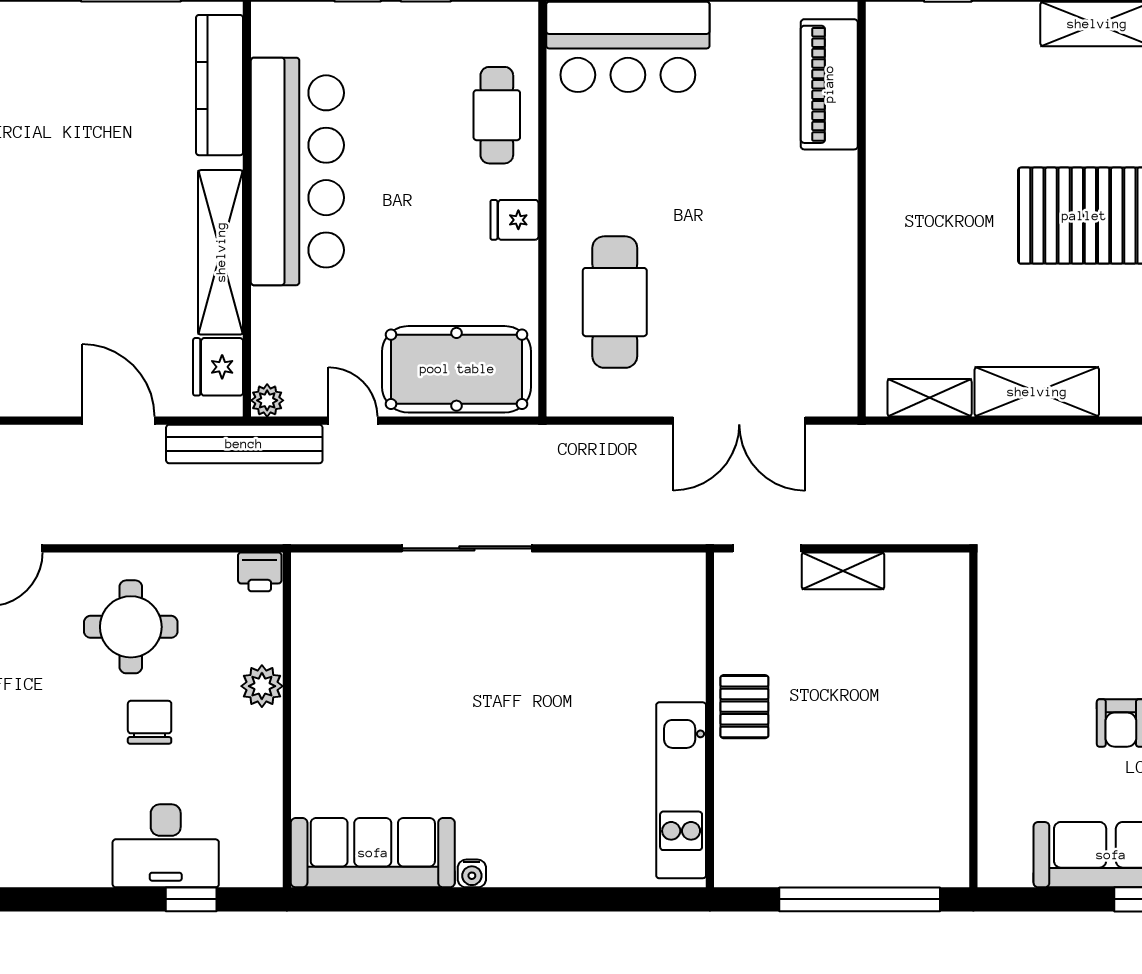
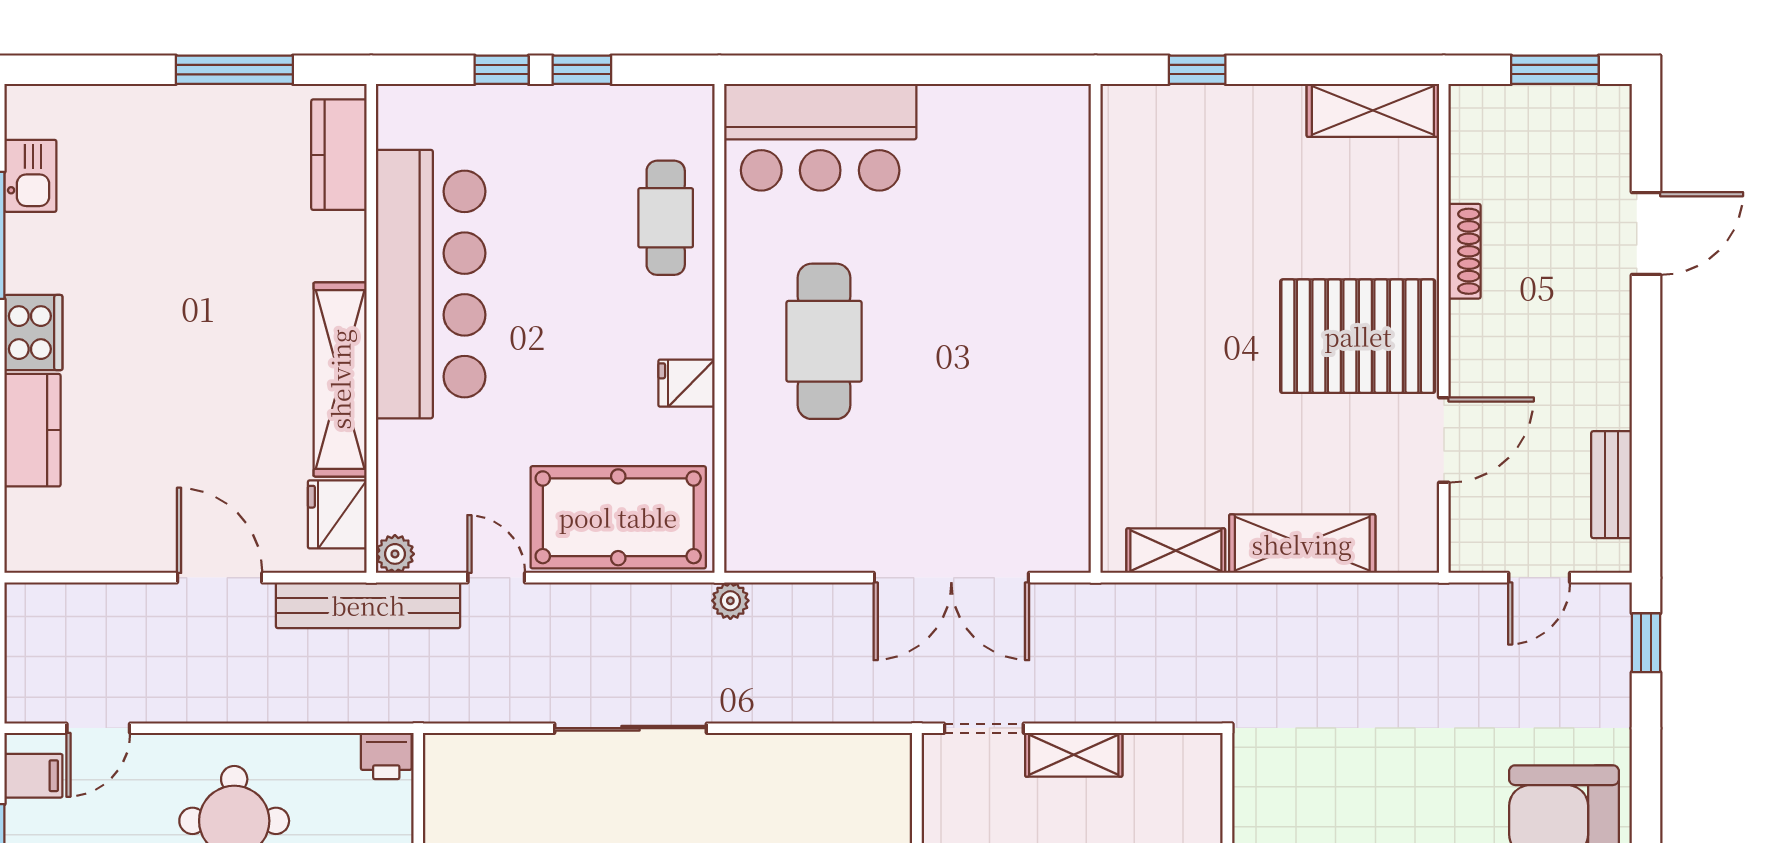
piano: (829, 84) -> (1058, 181), removed
kitchen counter: (220, 85) -> (339, 155), width x0.67
fridge: (514, 220) -> (686, 383), moved
cafe table: (615, 302) -> (824, 341), moved
plant: (552, 440) -> (730, 601), added

